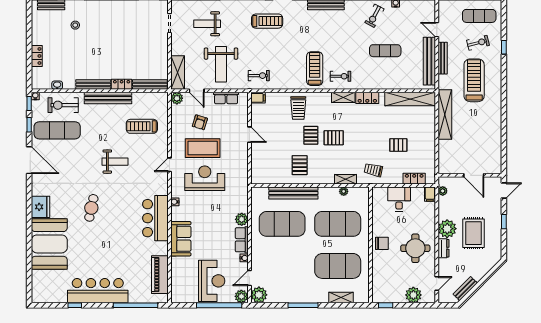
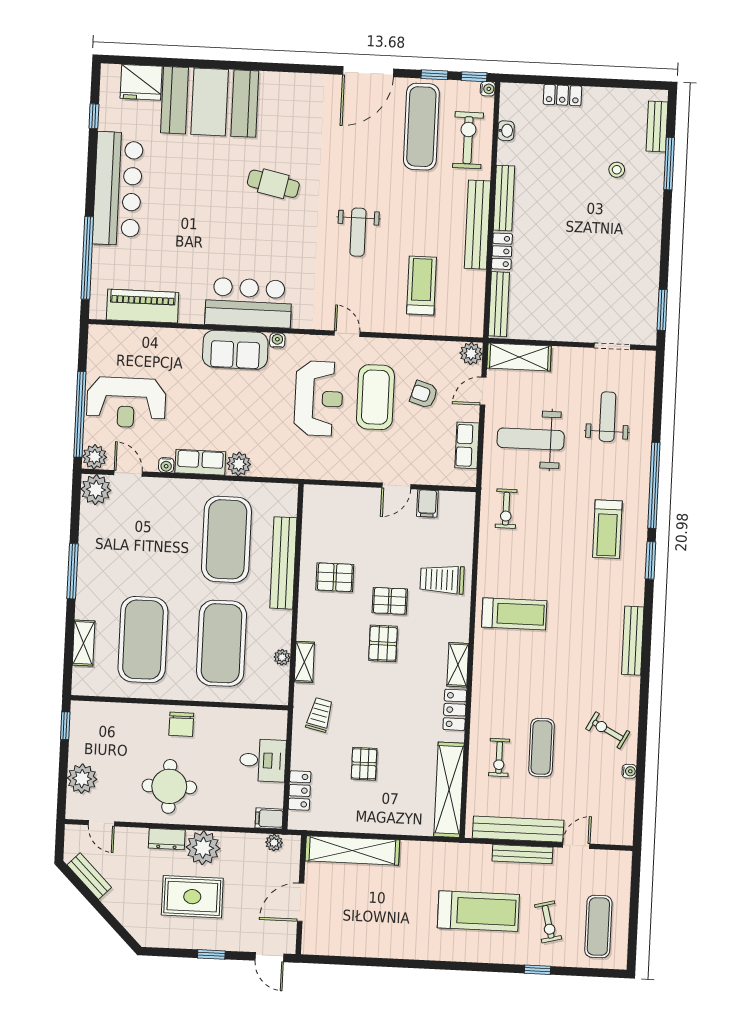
exercise bike: (340, 76) -> (499, 758), moved
filing cabinet: (258, 98) -> (427, 503), moved
shelving: (445, 114) -> (352, 850), moved
fridge: (41, 207) -> (141, 82), moved
sofa: (181, 239) -> (235, 350), moved
window: (75, 305) -> (94, 116), moved

